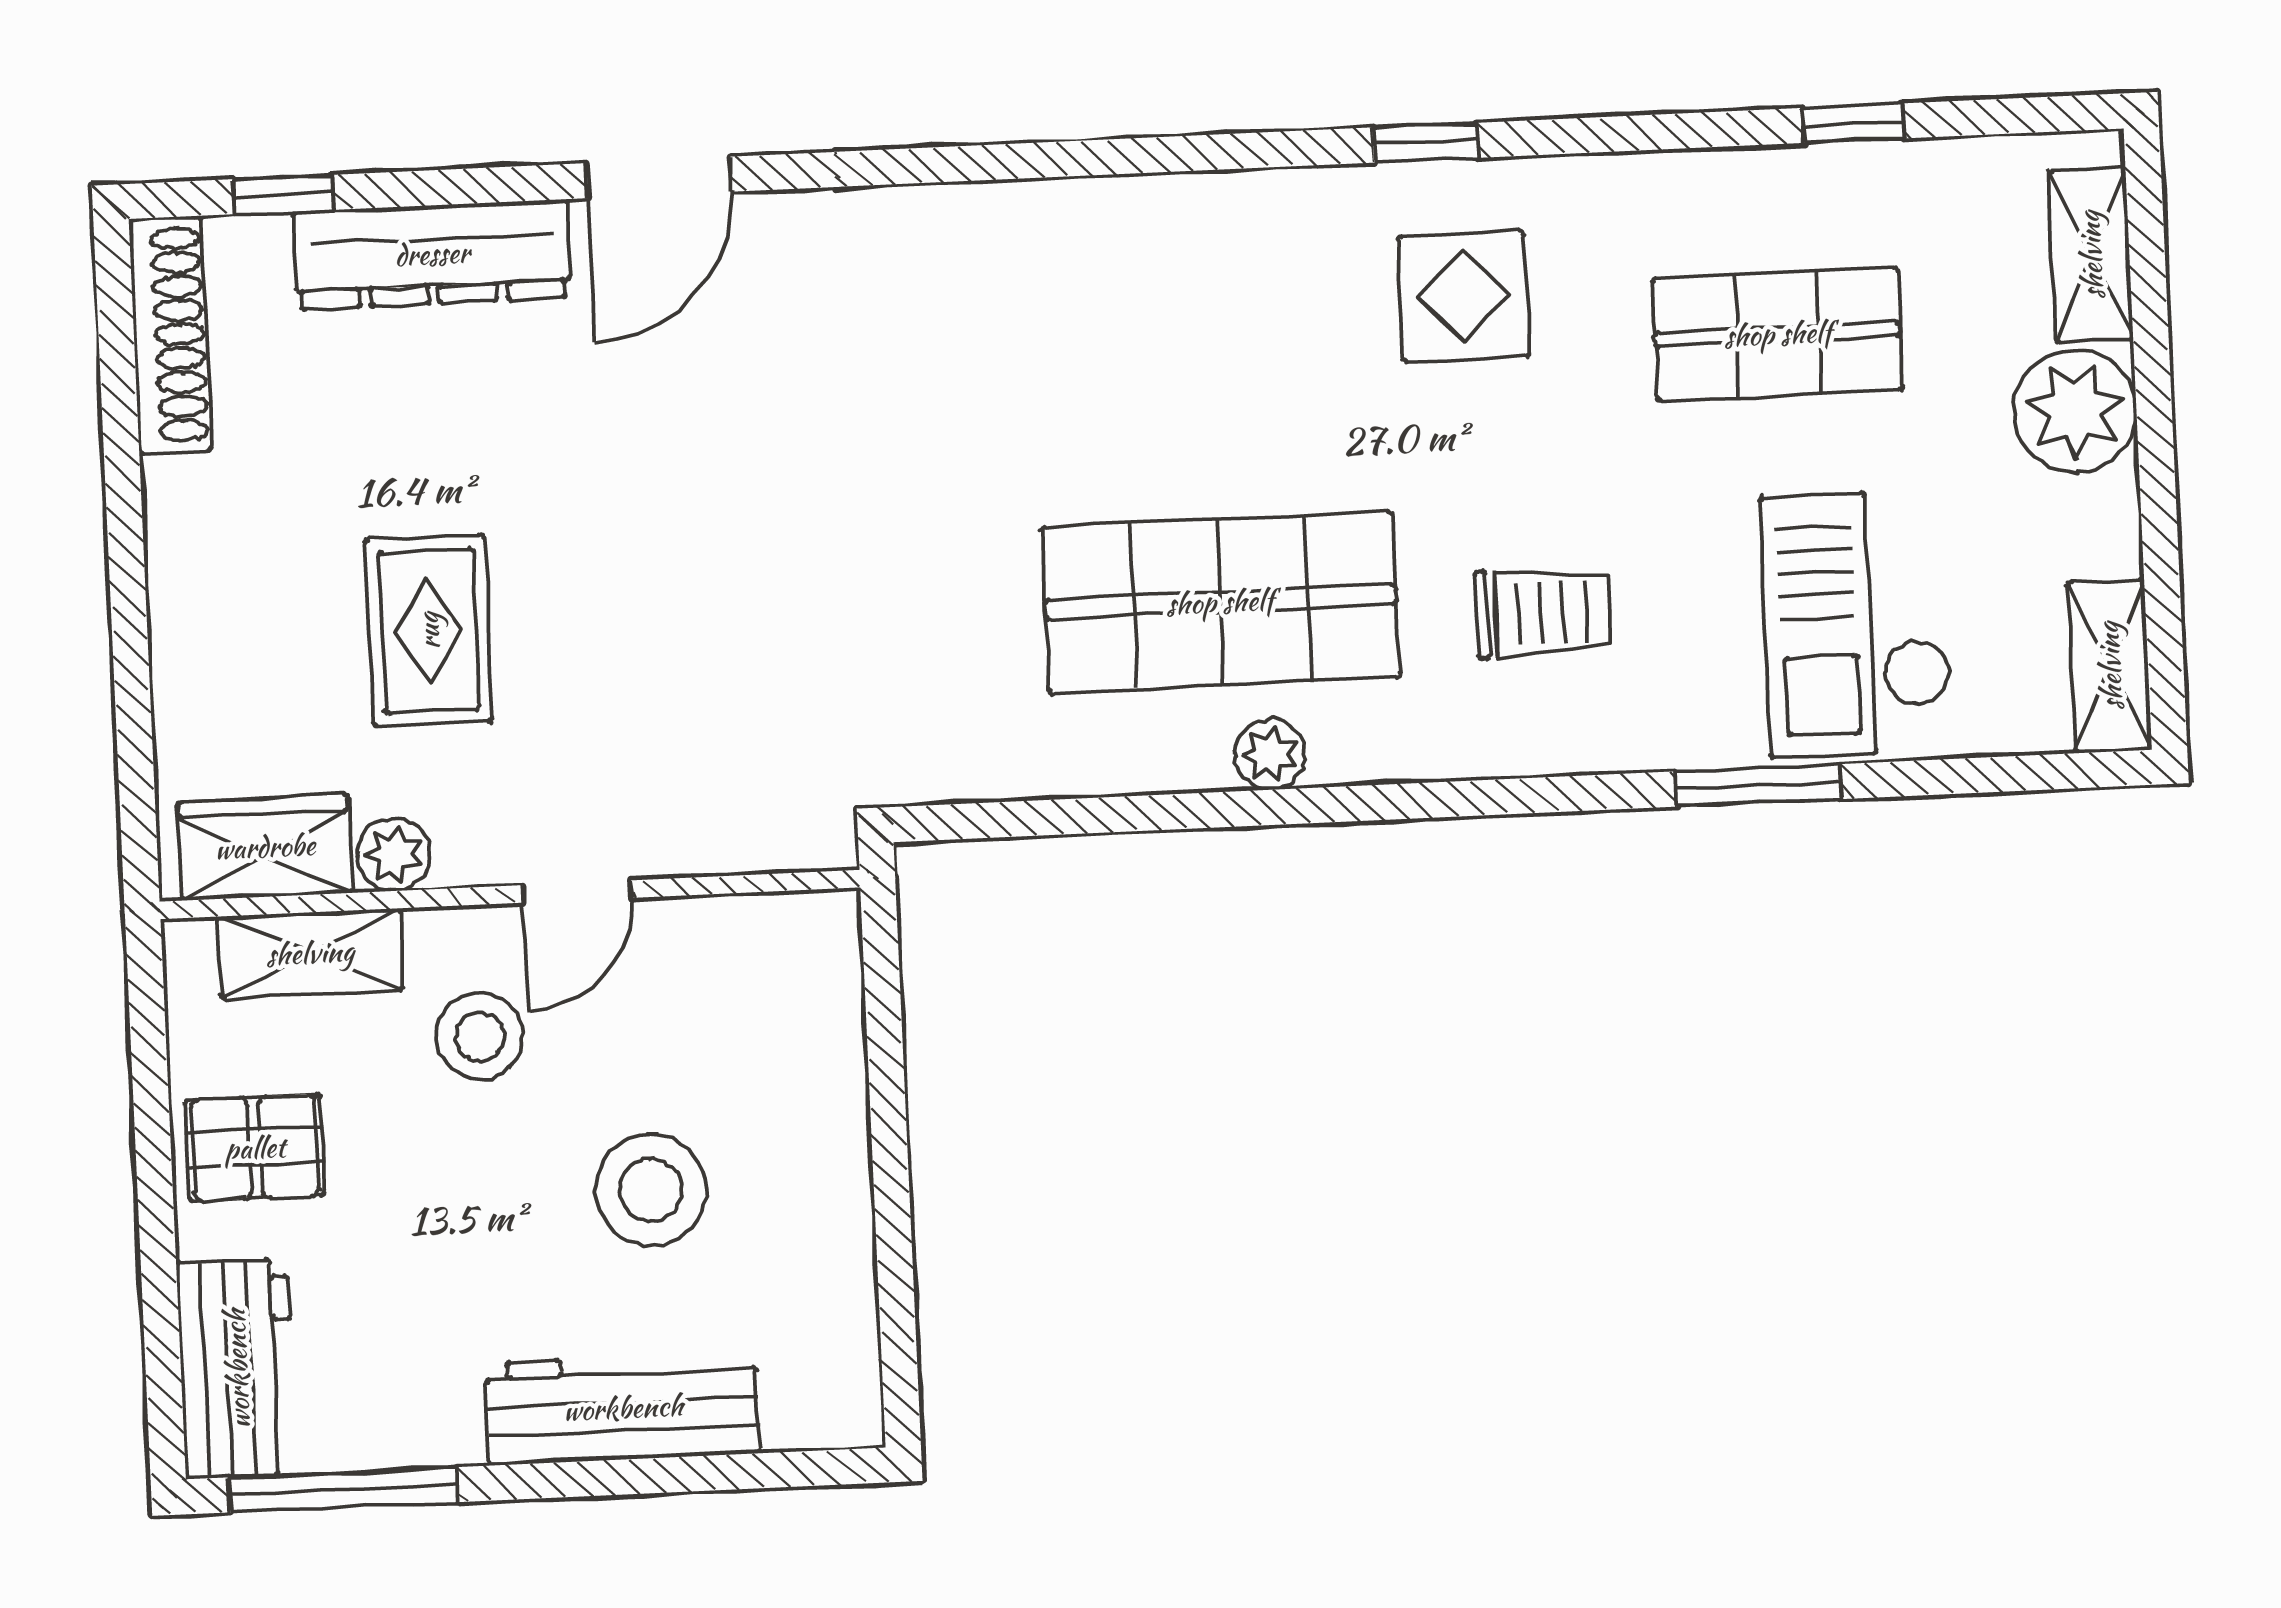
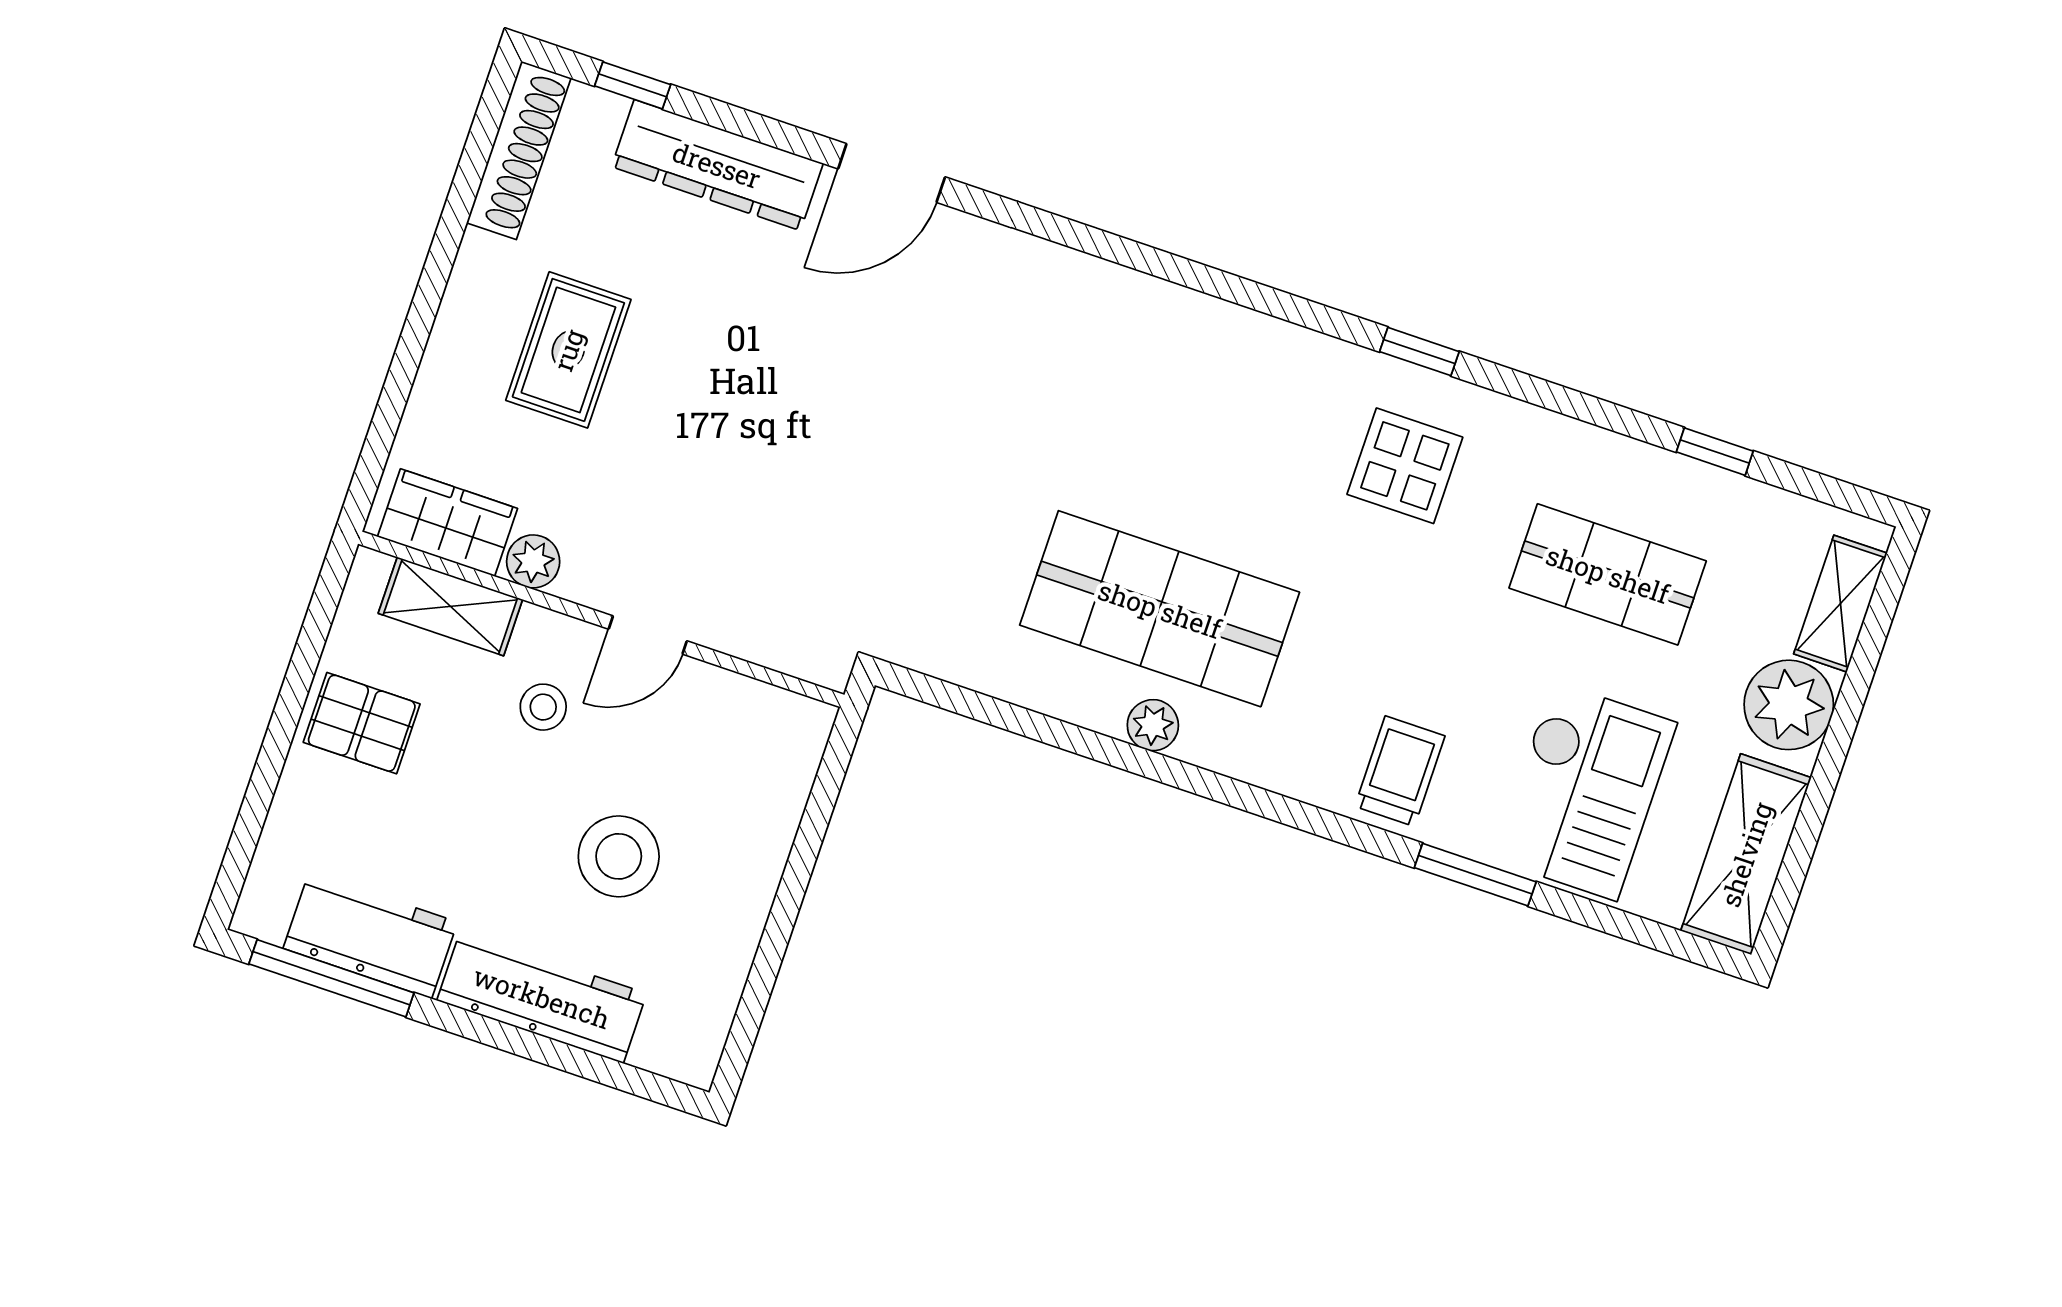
trolley: (1543, 613) -> (1400, 771), moved, turned -90
checkout: (1856, 623) -> (1584, 791), turned 180
rug: (429, 631) -> (568, 350), moved
shelving: (2110, 666) -> (1746, 854), width x1.50, depth x1.33
stool: (480, 1036) -> (543, 707), width x0.73, depth x0.73
workbench: (237, 1369) -> (370, 935), moved, turned -90

